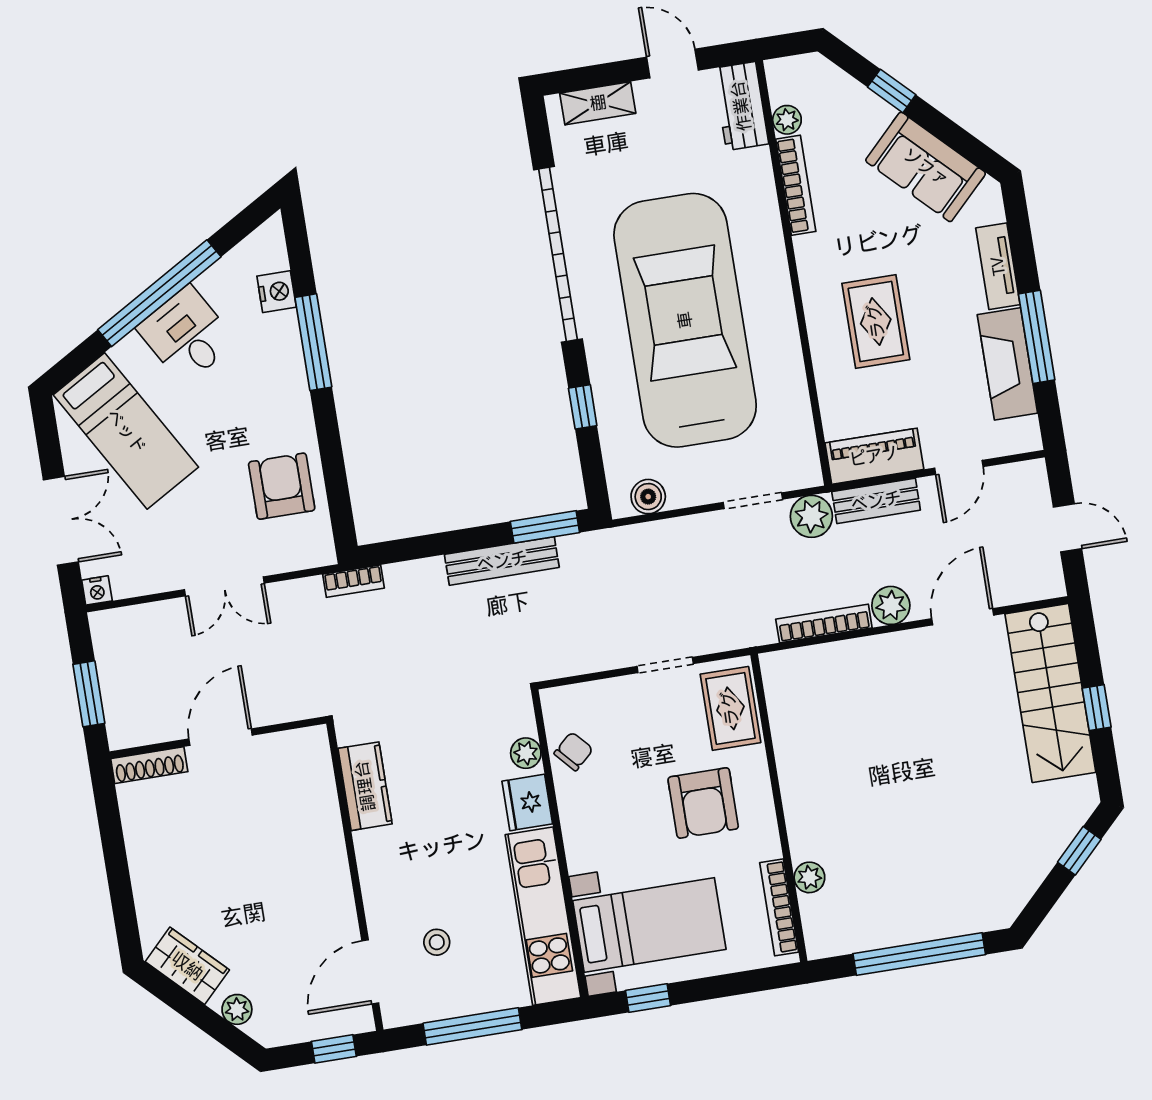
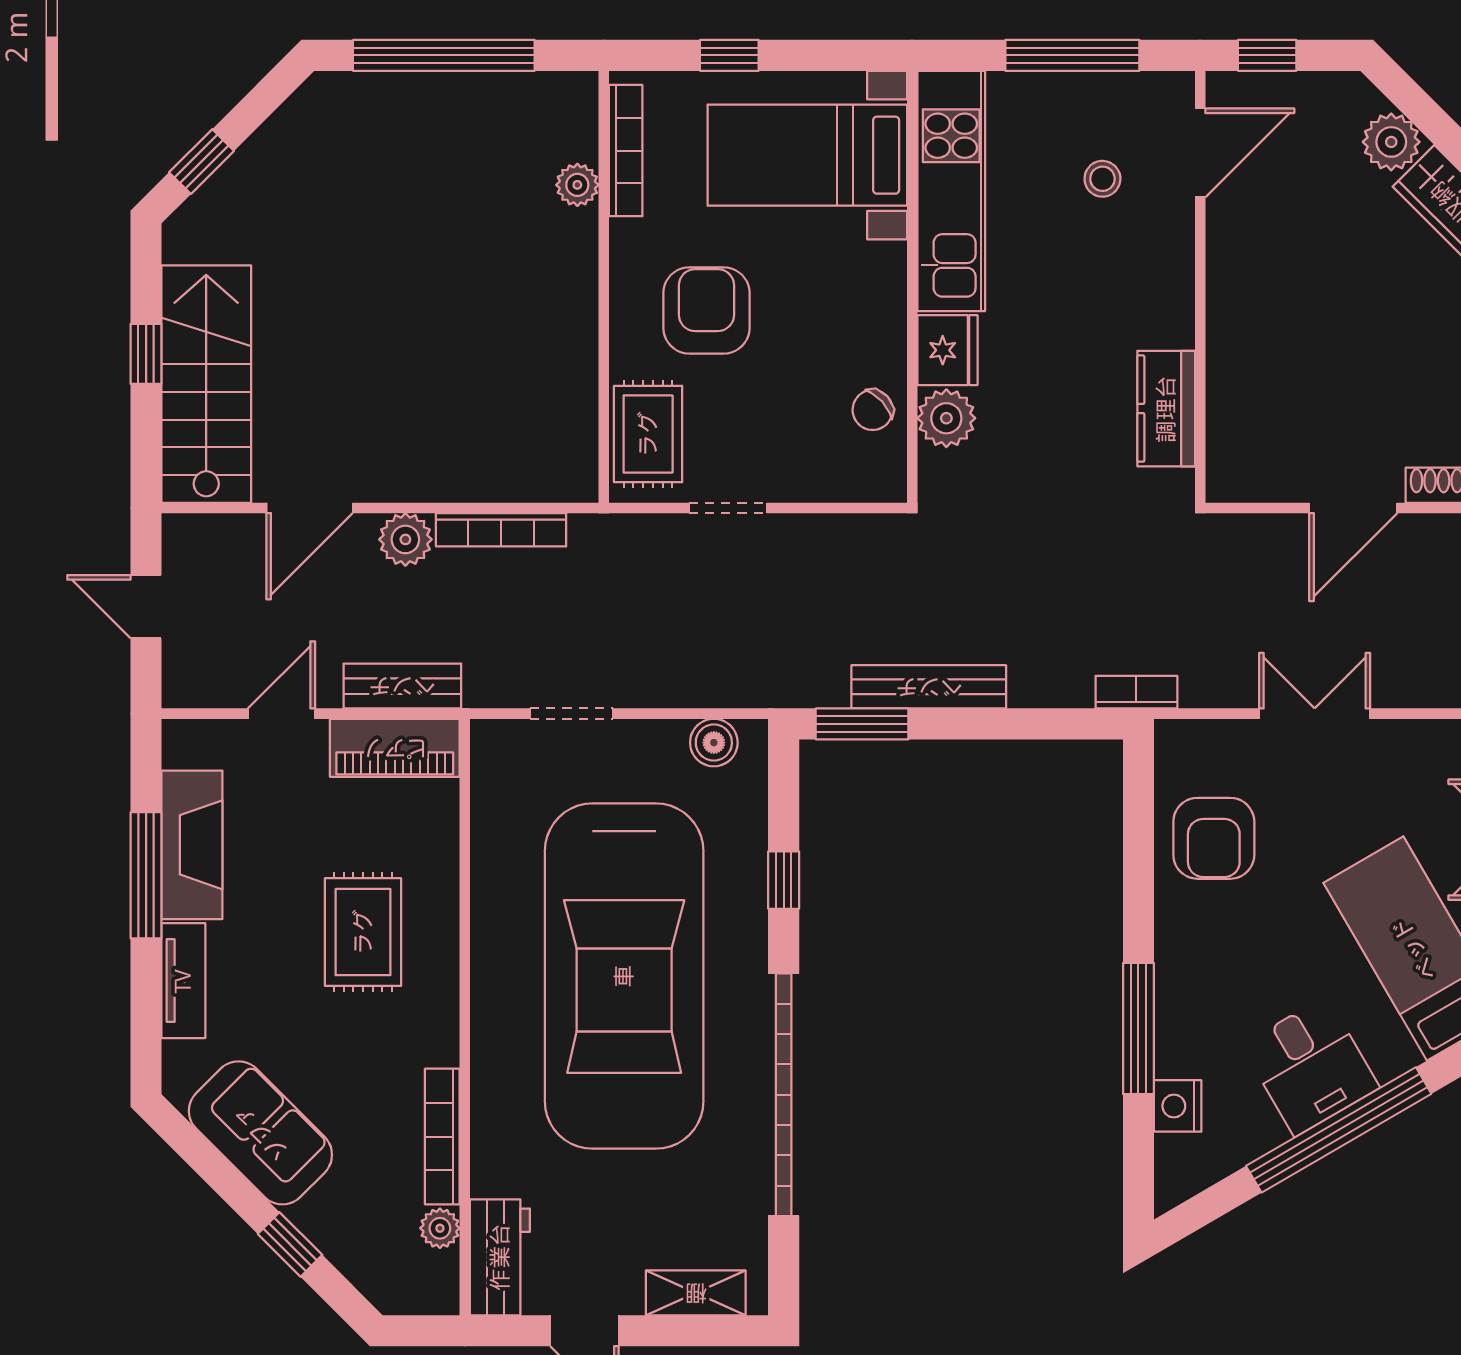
plant: (811, 516) -> (494, 679), removed
plant: (526, 753) -> (946, 418), width x1.38, depth x1.38
window: (648, 998) -> (729, 55), moved
plant: (237, 1009) -> (1391, 142), width x1.38, depth x1.38

